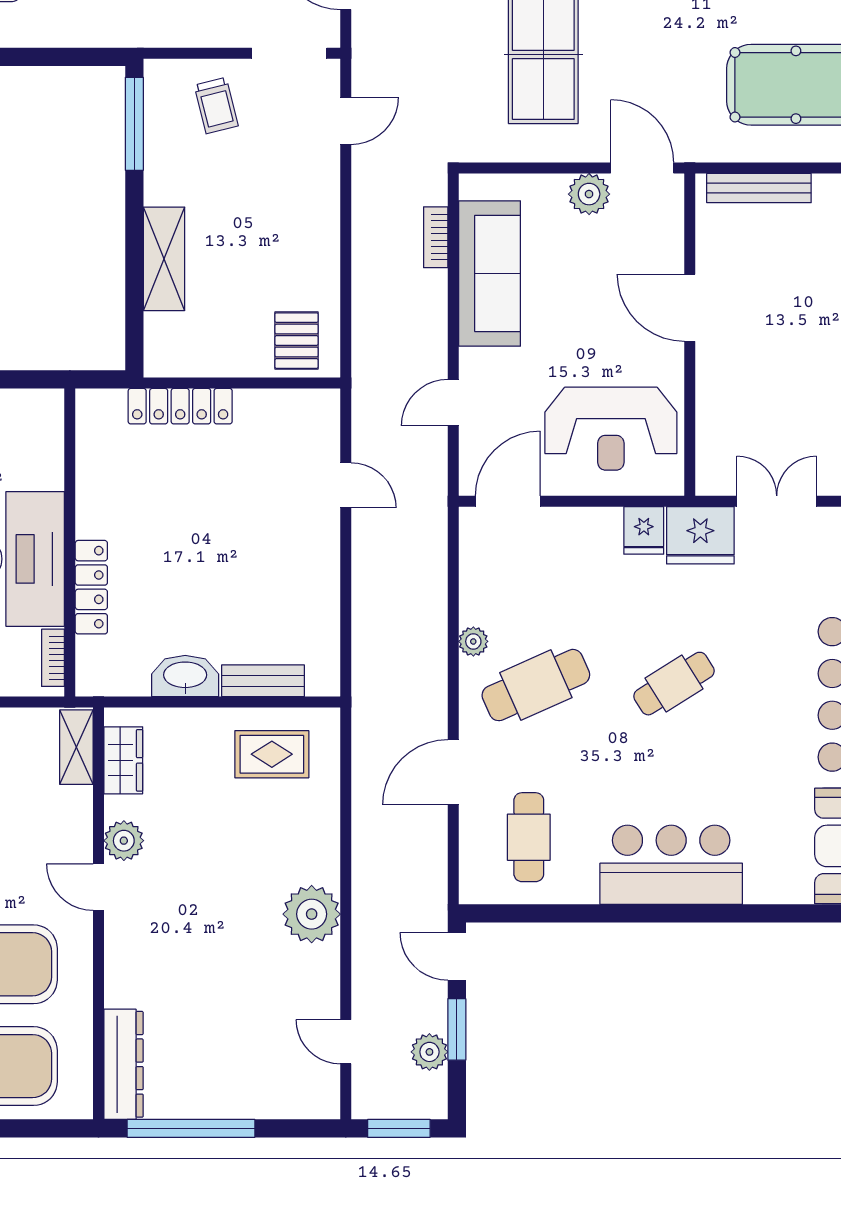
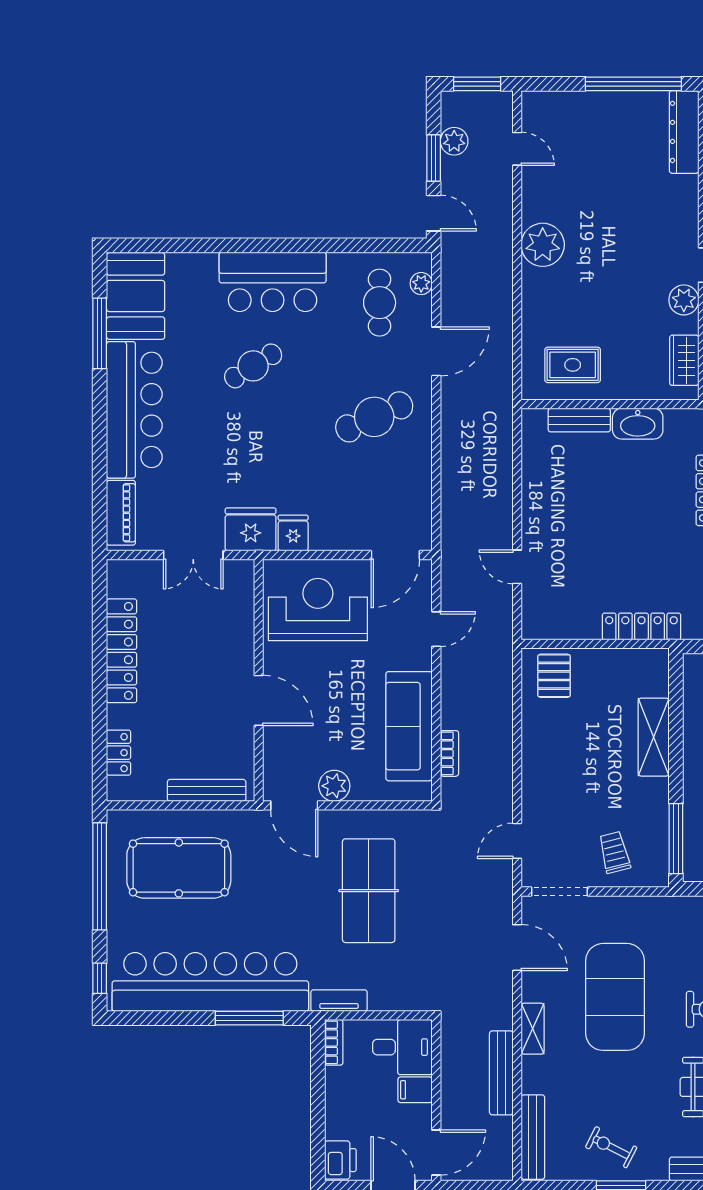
plant: (473, 641) -> (421, 284), moved
cafe table: (674, 684) -> (253, 366), moved

